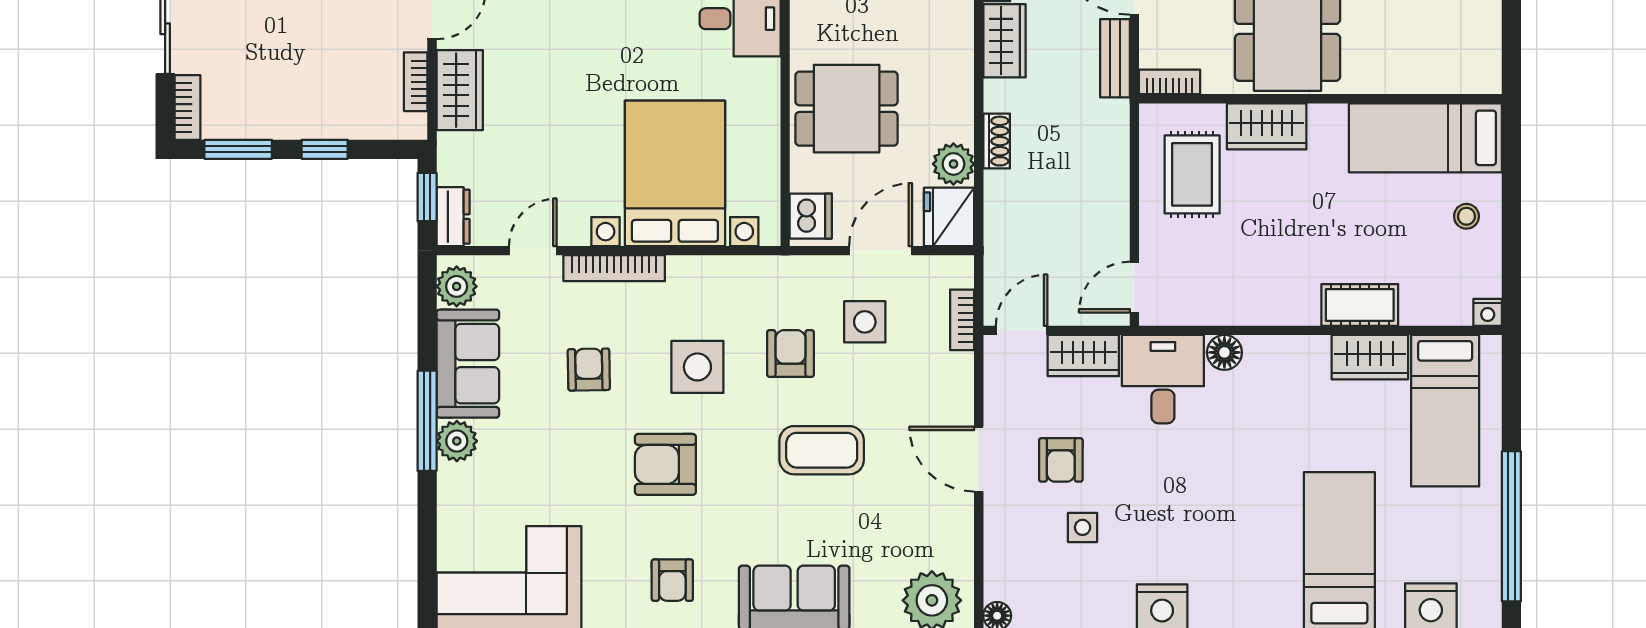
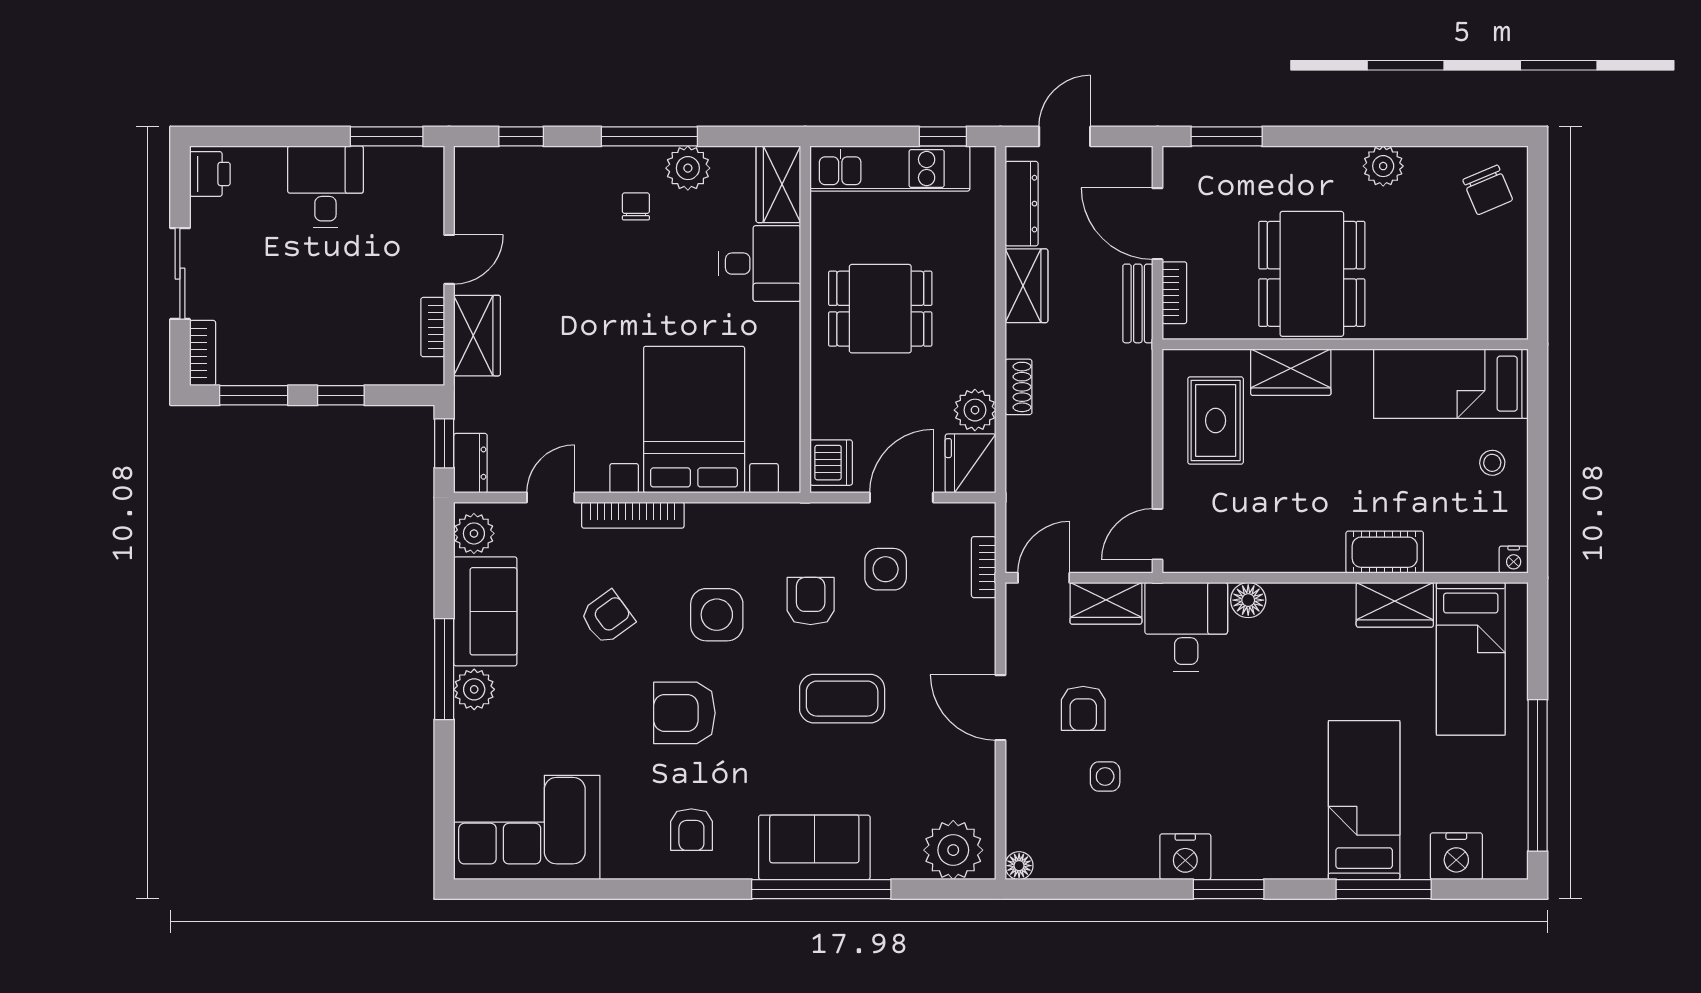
bookcase: (1170, 82) -> (1174, 293), moved, turned 90
dining table: (847, 109) -> (880, 309), moved
armchair: (589, 370) -> (607, 617), turned 55

